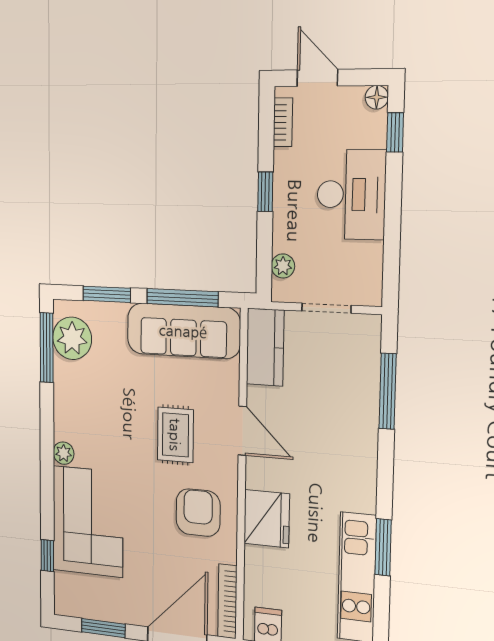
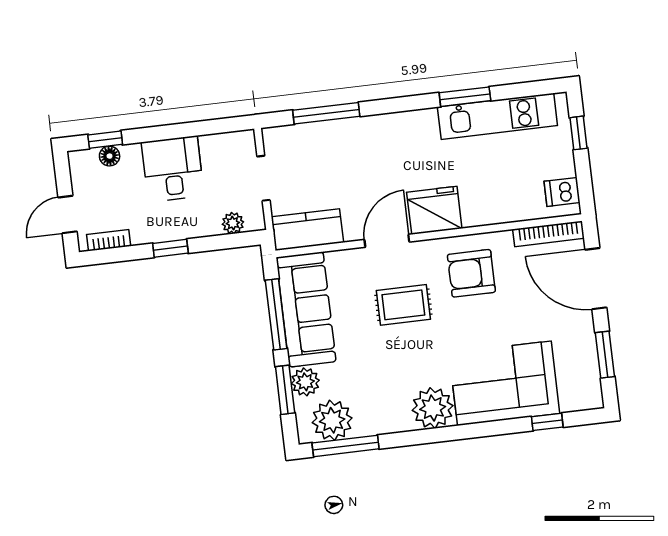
floor lamp: (377, 97) -> (110, 156), moved
desk: (351, 195) -> (173, 169), width x0.73
plant: (112, 317) -> (305, 382), added
plant: (64, 453) -> (433, 408), width x1.87, depth x1.87
fridge: (267, 519) -> (434, 210), moved

